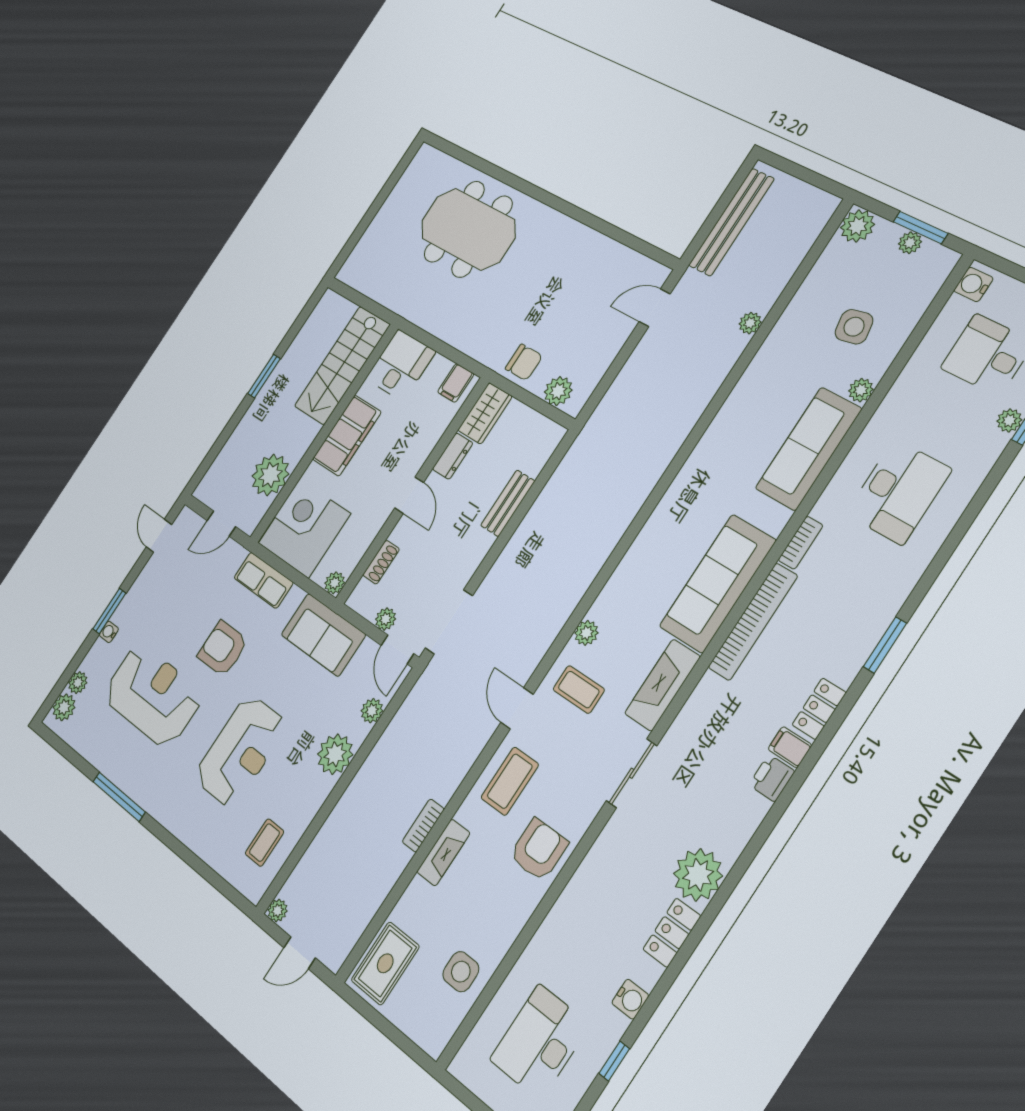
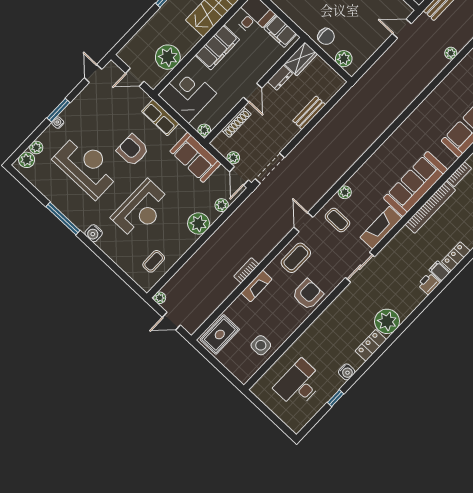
filing cabinet: (456, 383) -> (280, 31), width x2.00
shoe rack: (381, 562) -> (236, 122), width x1.43
water cooler: (167, 812) -> (94, 233), added

